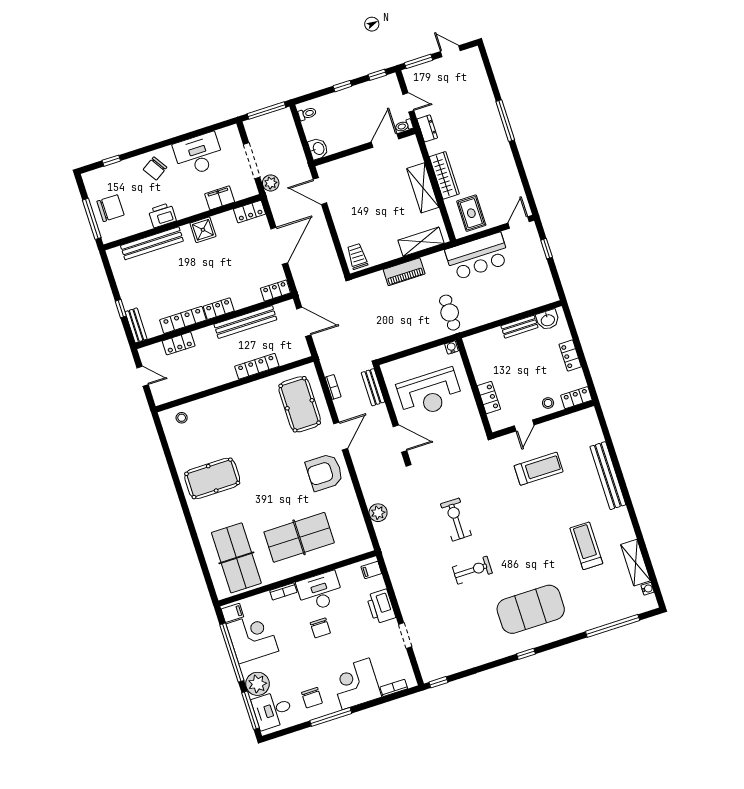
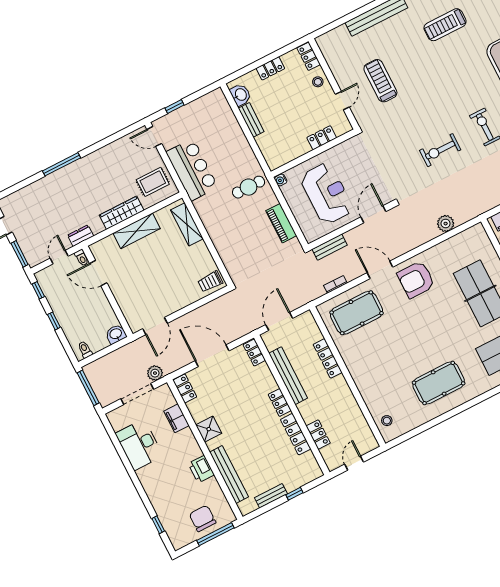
chair: (155, 168) -> (159, 483), removed
piano: (404, 272) -> (281, 223), moved, turned 180
bench: (136, 325) -> (271, 496), moved
door: (524, 425) -> (342, 101), hinge flipped
armchair: (324, 472) -> (416, 279), turned 90
pool table: (212, 478) -> (439, 383), turned 90

